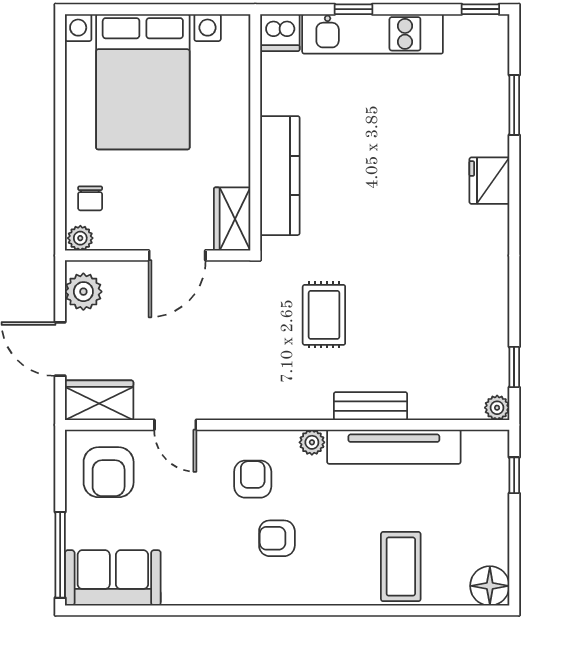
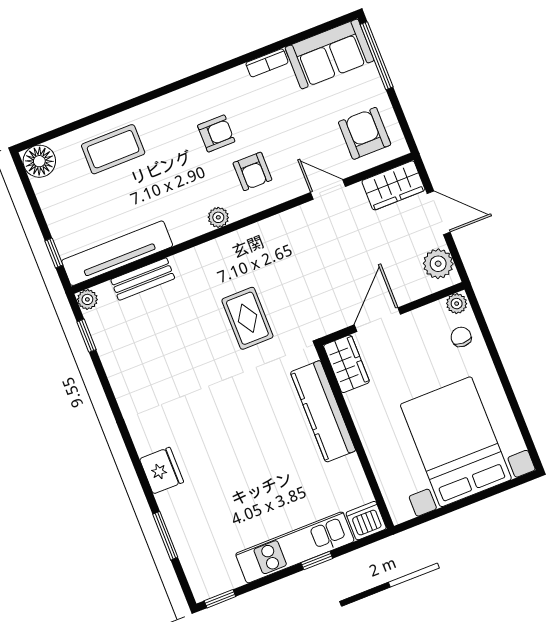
bench: (371, 406) -> (143, 279), moved
tv unit: (394, 447) -> (117, 253), moved
coffee table: (401, 567) -> (113, 149), turned 90
bookcase: (188, 596) -> (267, 63), added

